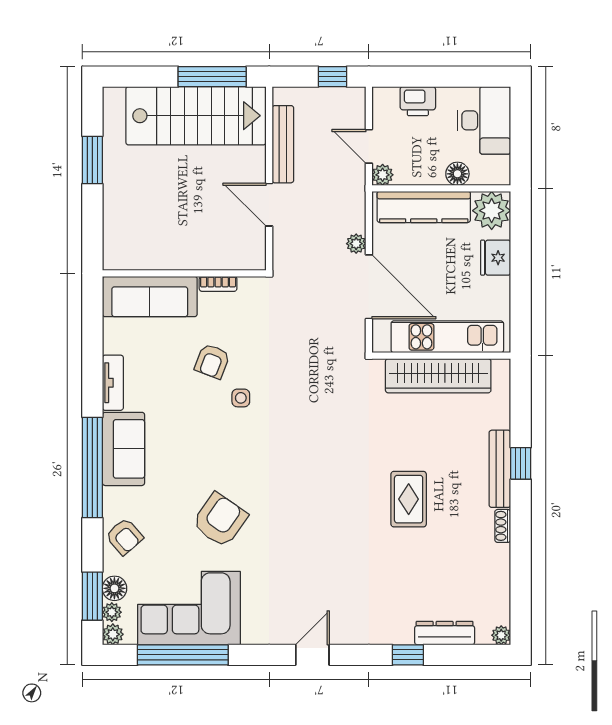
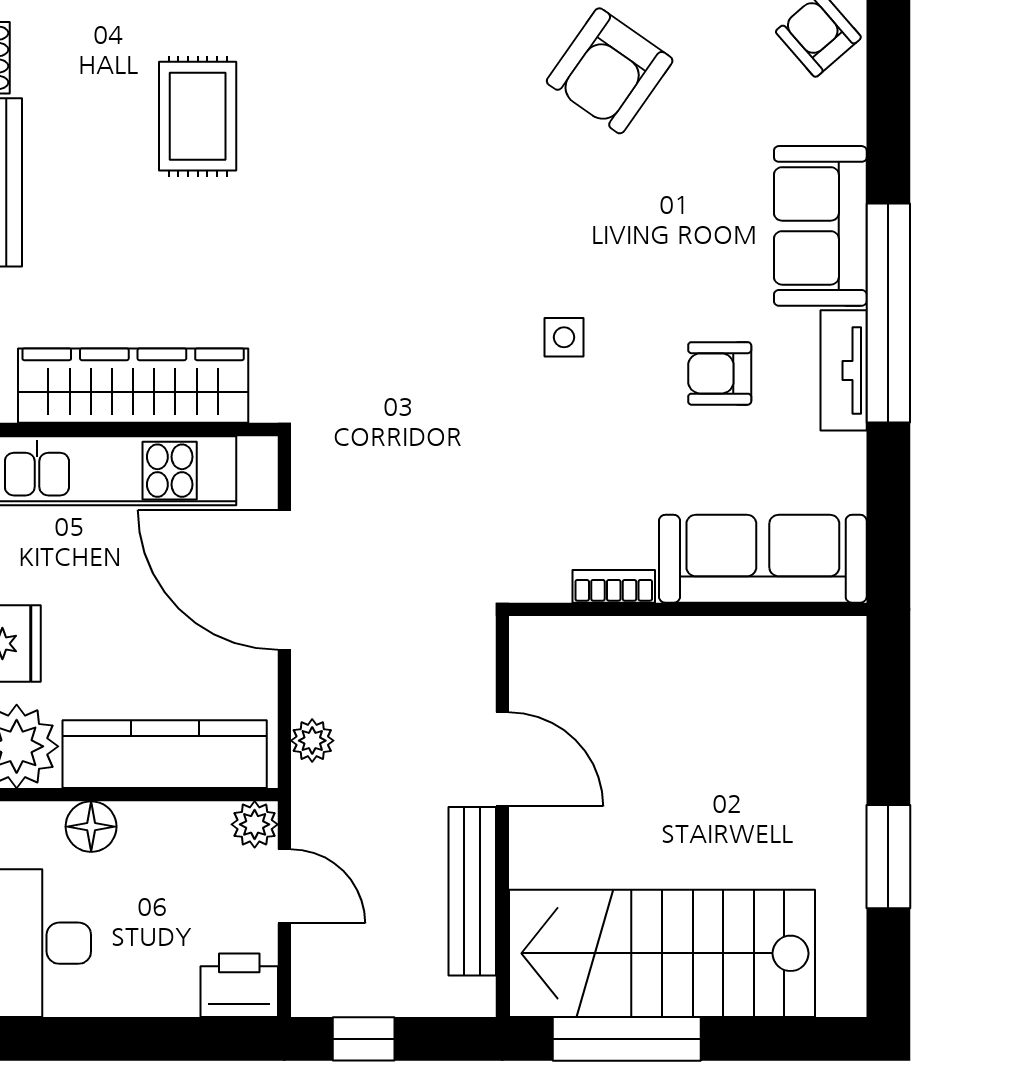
printer: (418, 101) -> (239, 985), moved
plant: (356, 244) -> (312, 741), moved
armchair: (212, 361) -> (720, 373), moved, turned -111
window: (92, 467) -> (888, 313), moved

